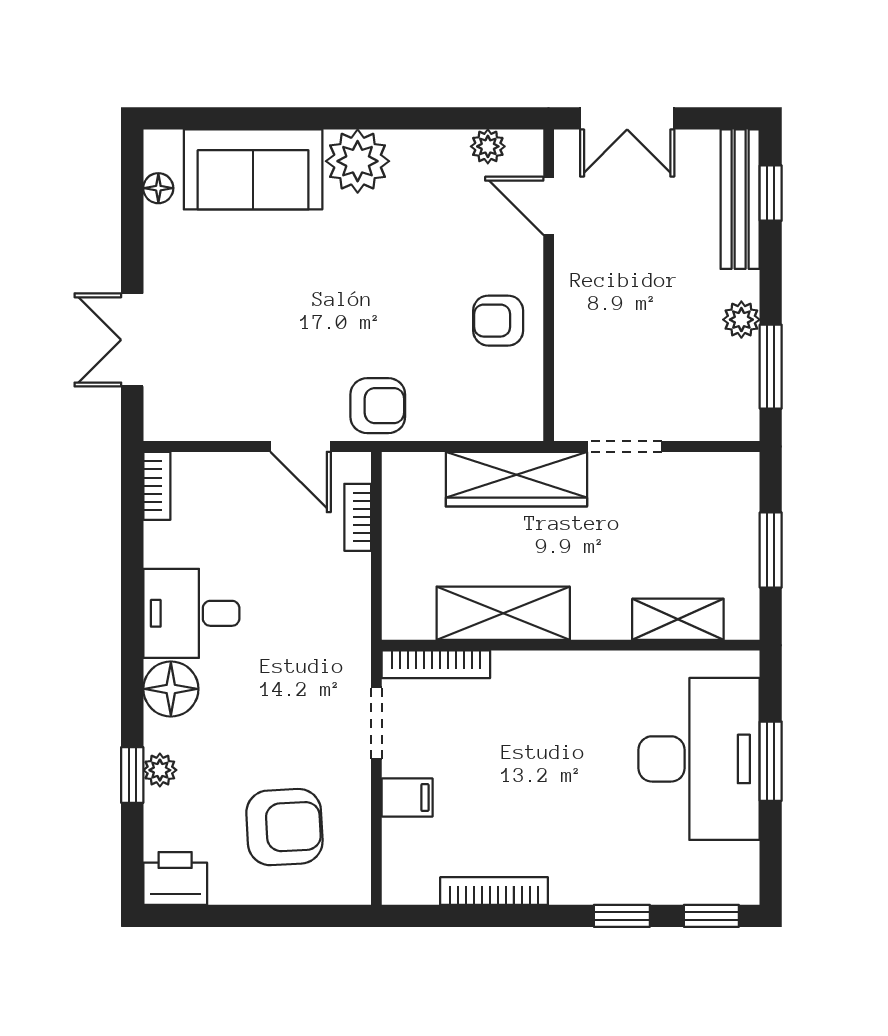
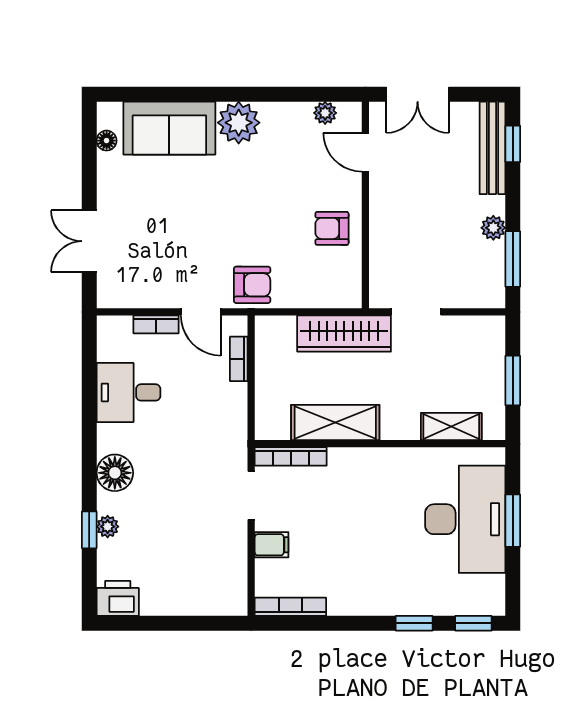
bookcase: (157, 486) -> (156, 324), moved, turned 90
desk: (191, 613) -> (128, 392), moved
armchair: (284, 827) -> (190, 564), removed
bookcase: (494, 891) -> (290, 607), moved

